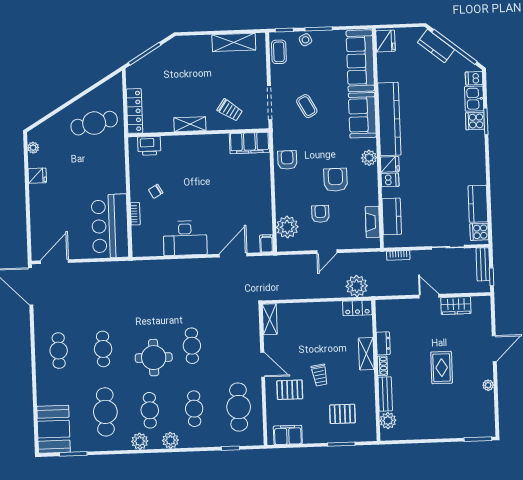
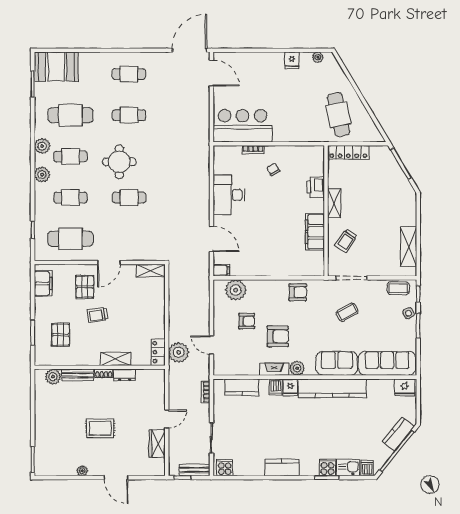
filing cabinet: (250, 143) -> (315, 232), moved
printer: (149, 146) -> (316, 187), moved
kitchen counter: (478, 204) -> (282, 467), moved
fireplace: (373, 222) -> (274, 369), moved
door: (327, 252) -> (211, 345), moved

